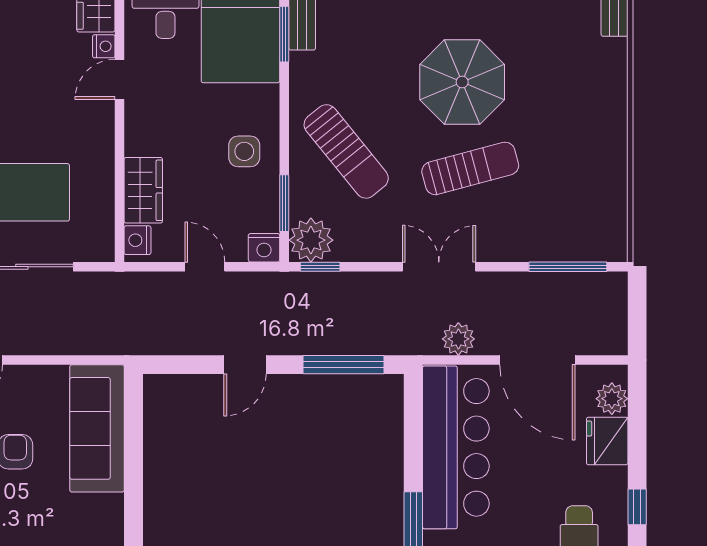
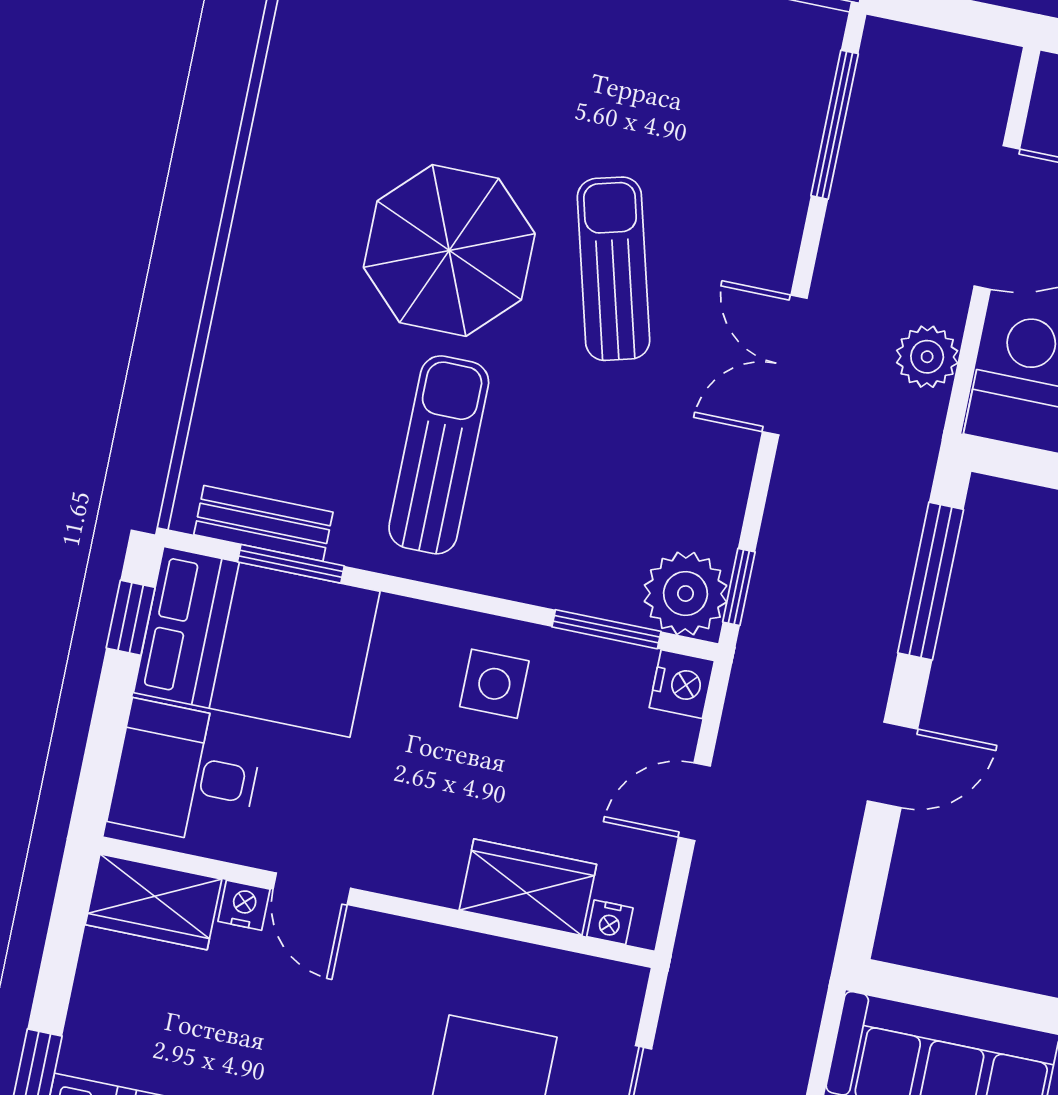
sun lounger: (346, 151) -> (439, 455), moved, turned -51
nightstand: (137, 240) -> (610, 922), width x0.72, depth x0.74
door: (245, 365) -> (892, 765), hinge flipped

